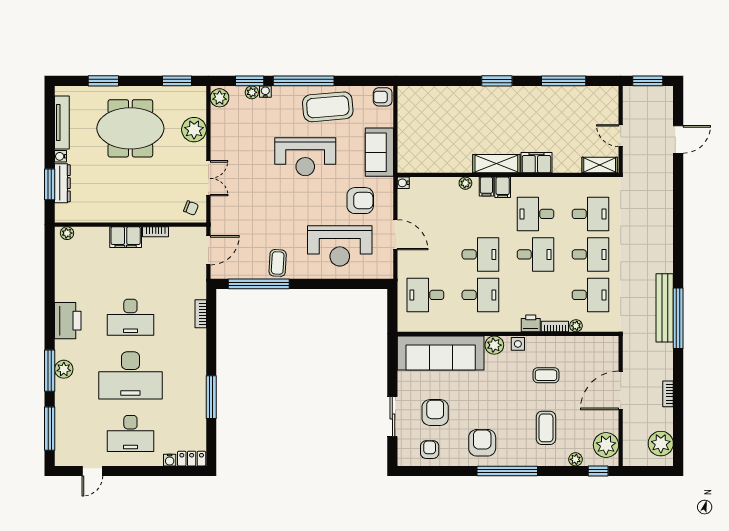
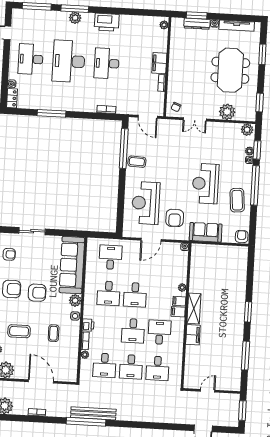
coffee table: (328, 107) -> (237, 200), width x0.73, depth x0.76
shelving: (600, 165) -> (189, 376), removed
armchair: (435, 413) -> (37, 293), moved

